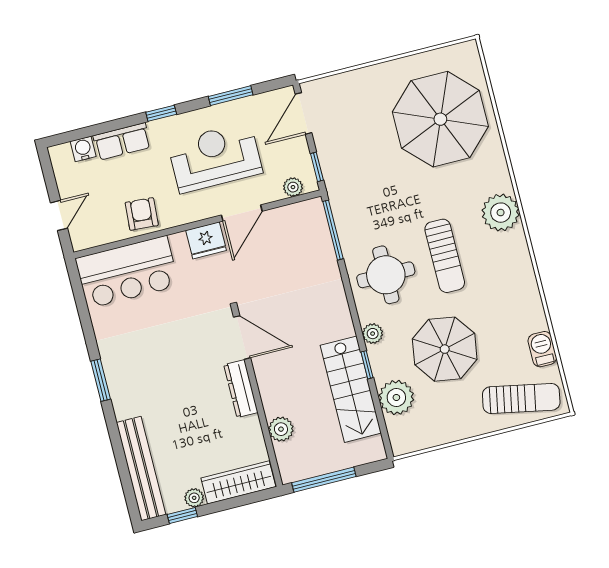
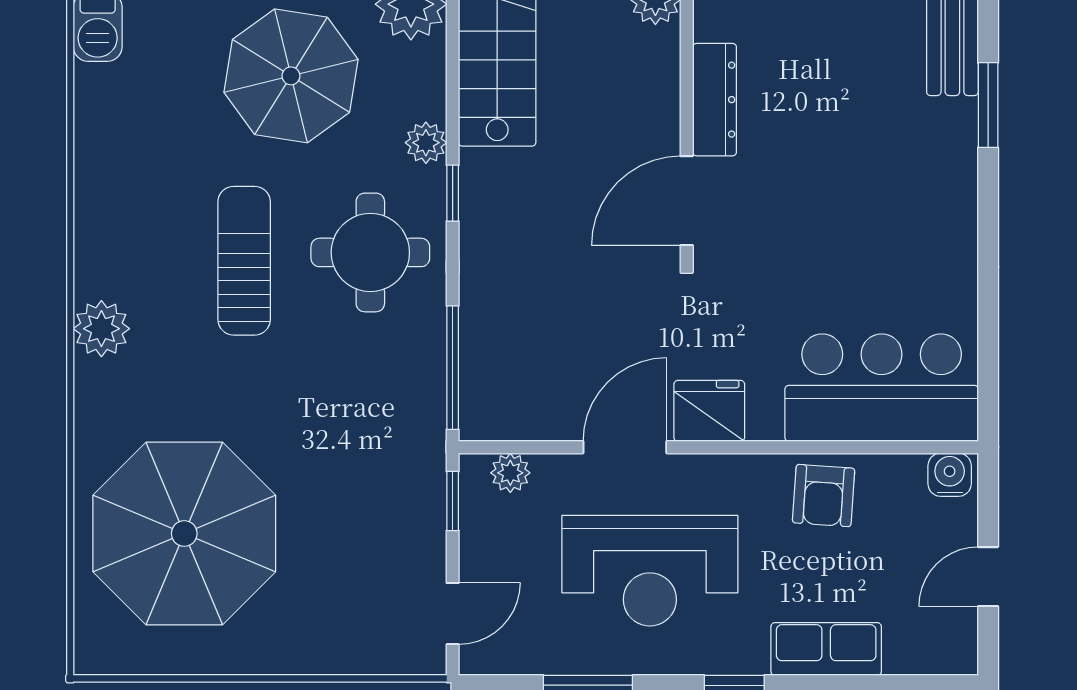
door: (303, 113) -> (453, 614), width x0.73
water cooler: (83, 149) -> (950, 475), moved, turned 180
plant: (501, 213) -> (101, 329), width x0.73, depth x0.73
door: (59, 215) -> (988, 577), moved
door: (242, 337) -> (687, 201), hinge flipped
window: (367, 365) -> (453, 193), moved
window: (101, 380) -> (988, 105), moved

